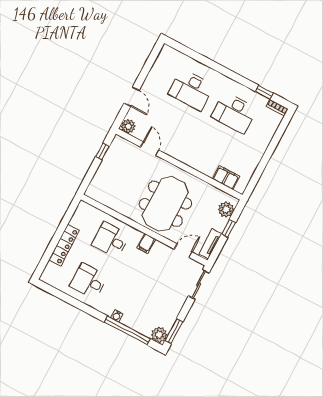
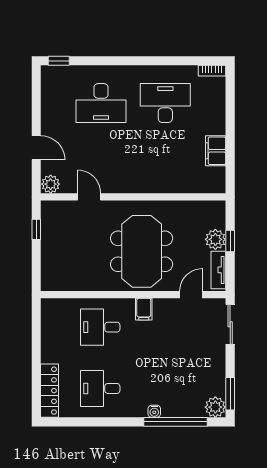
window: (264, 92) -> (59, 61), moved
desk: (234, 113) -> (165, 103), turned 180
filing cabinet: (226, 177) -> (216, 151), moved, turned -90
plant: (226, 209) -> (215, 239), moved
locker: (64, 245) -> (50, 391), moved

